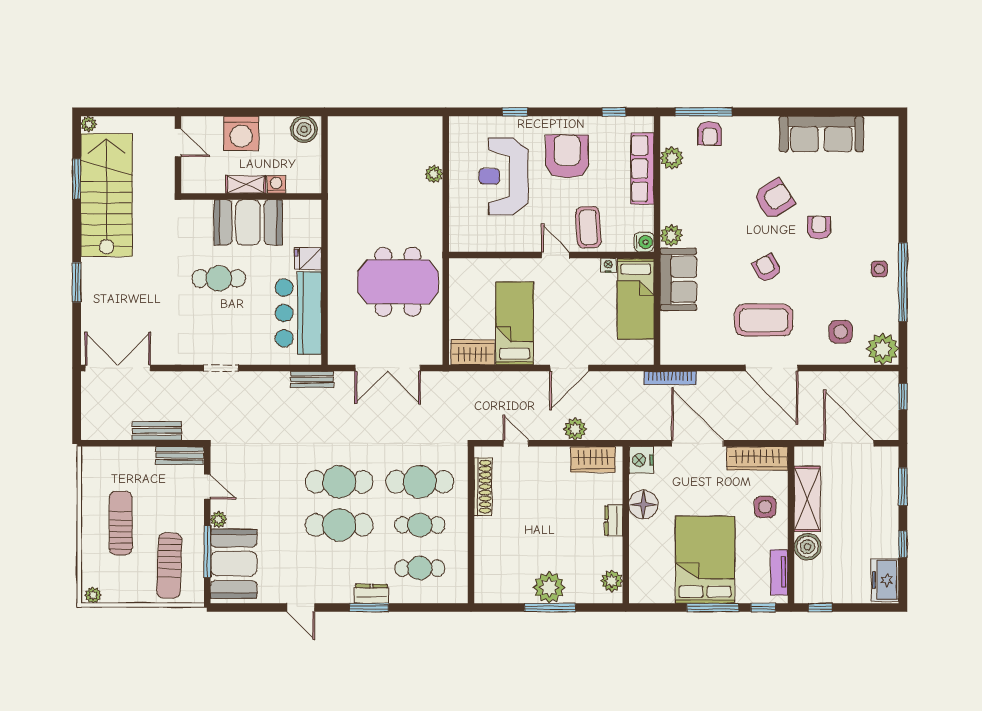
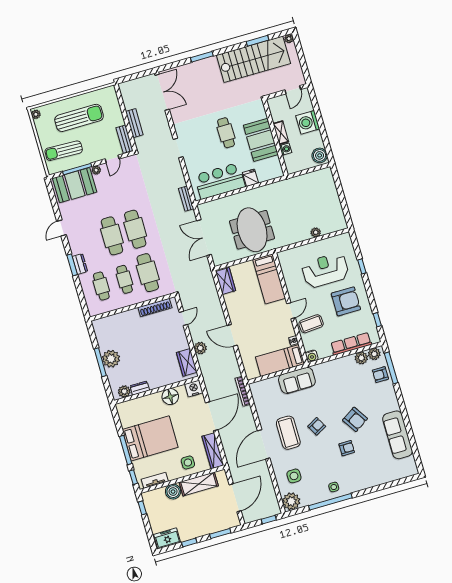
plant: (671, 235) -> (374, 354), moved
bed: (515, 323) -> (269, 279), moved, turned 90
dresser: (614, 521) -> (140, 388), moved
sun lounger: (121, 523) -> (79, 118), width x1.36, depth x1.34

